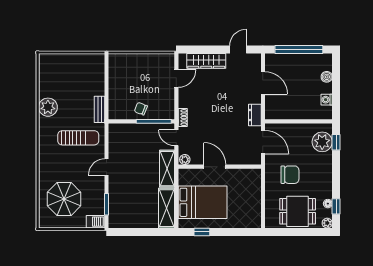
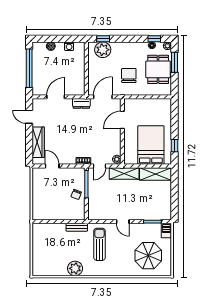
door: (215, 167) -> (122, 120), moved
window: (307, 232) -> (174, 62), added

